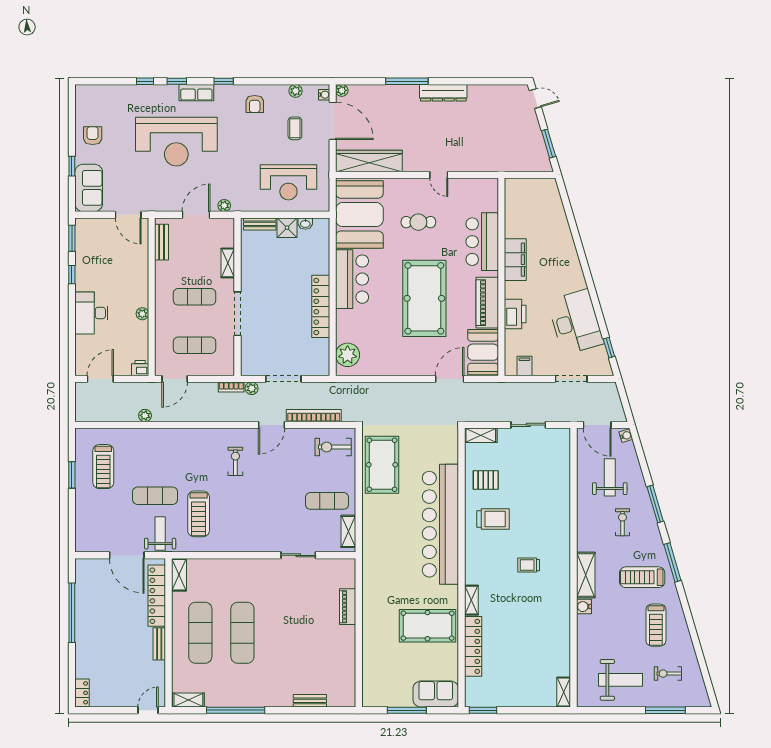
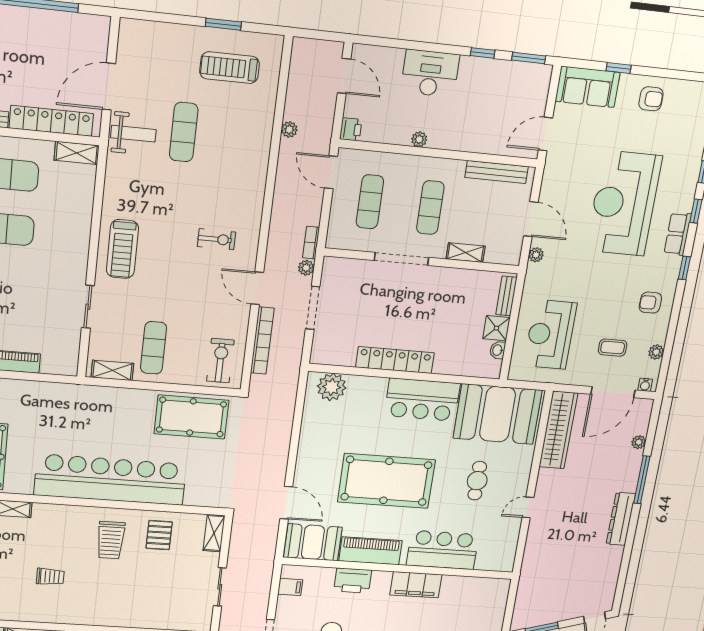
plant: (342, 90) -> (639, 442), moved
bench: (162, 242) -> (497, 172), width x1.36
treadmill: (199, 514) -> (122, 249), moved, turned -90
trolley: (529, 565) -> (50, 577), turned 90

